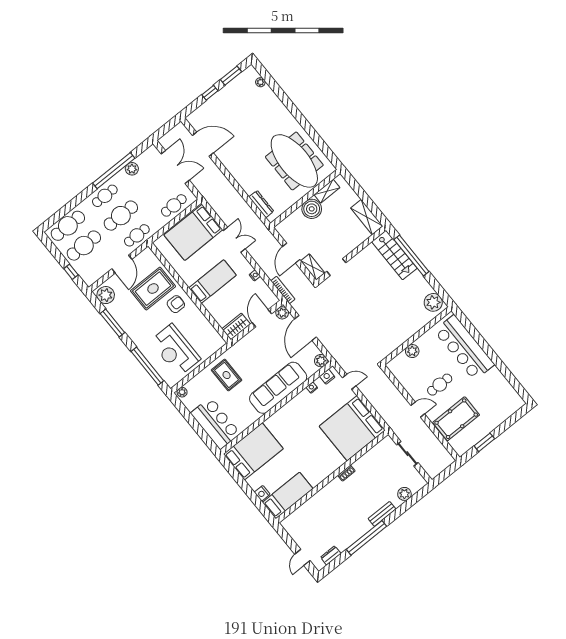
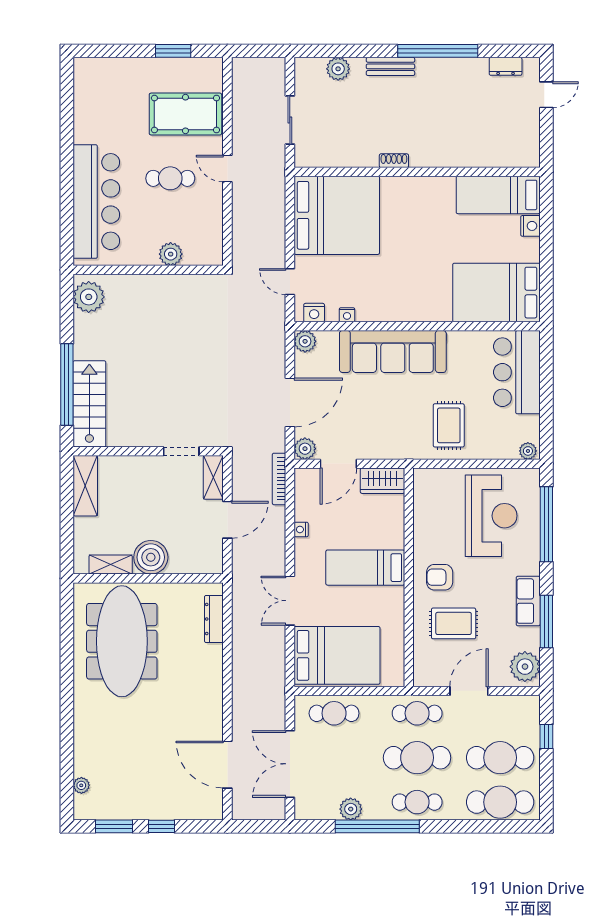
rug: (153, 289) -> (454, 623), width x0.73, depth x0.70
row of seats: (128, 325) -> (528, 601), added

